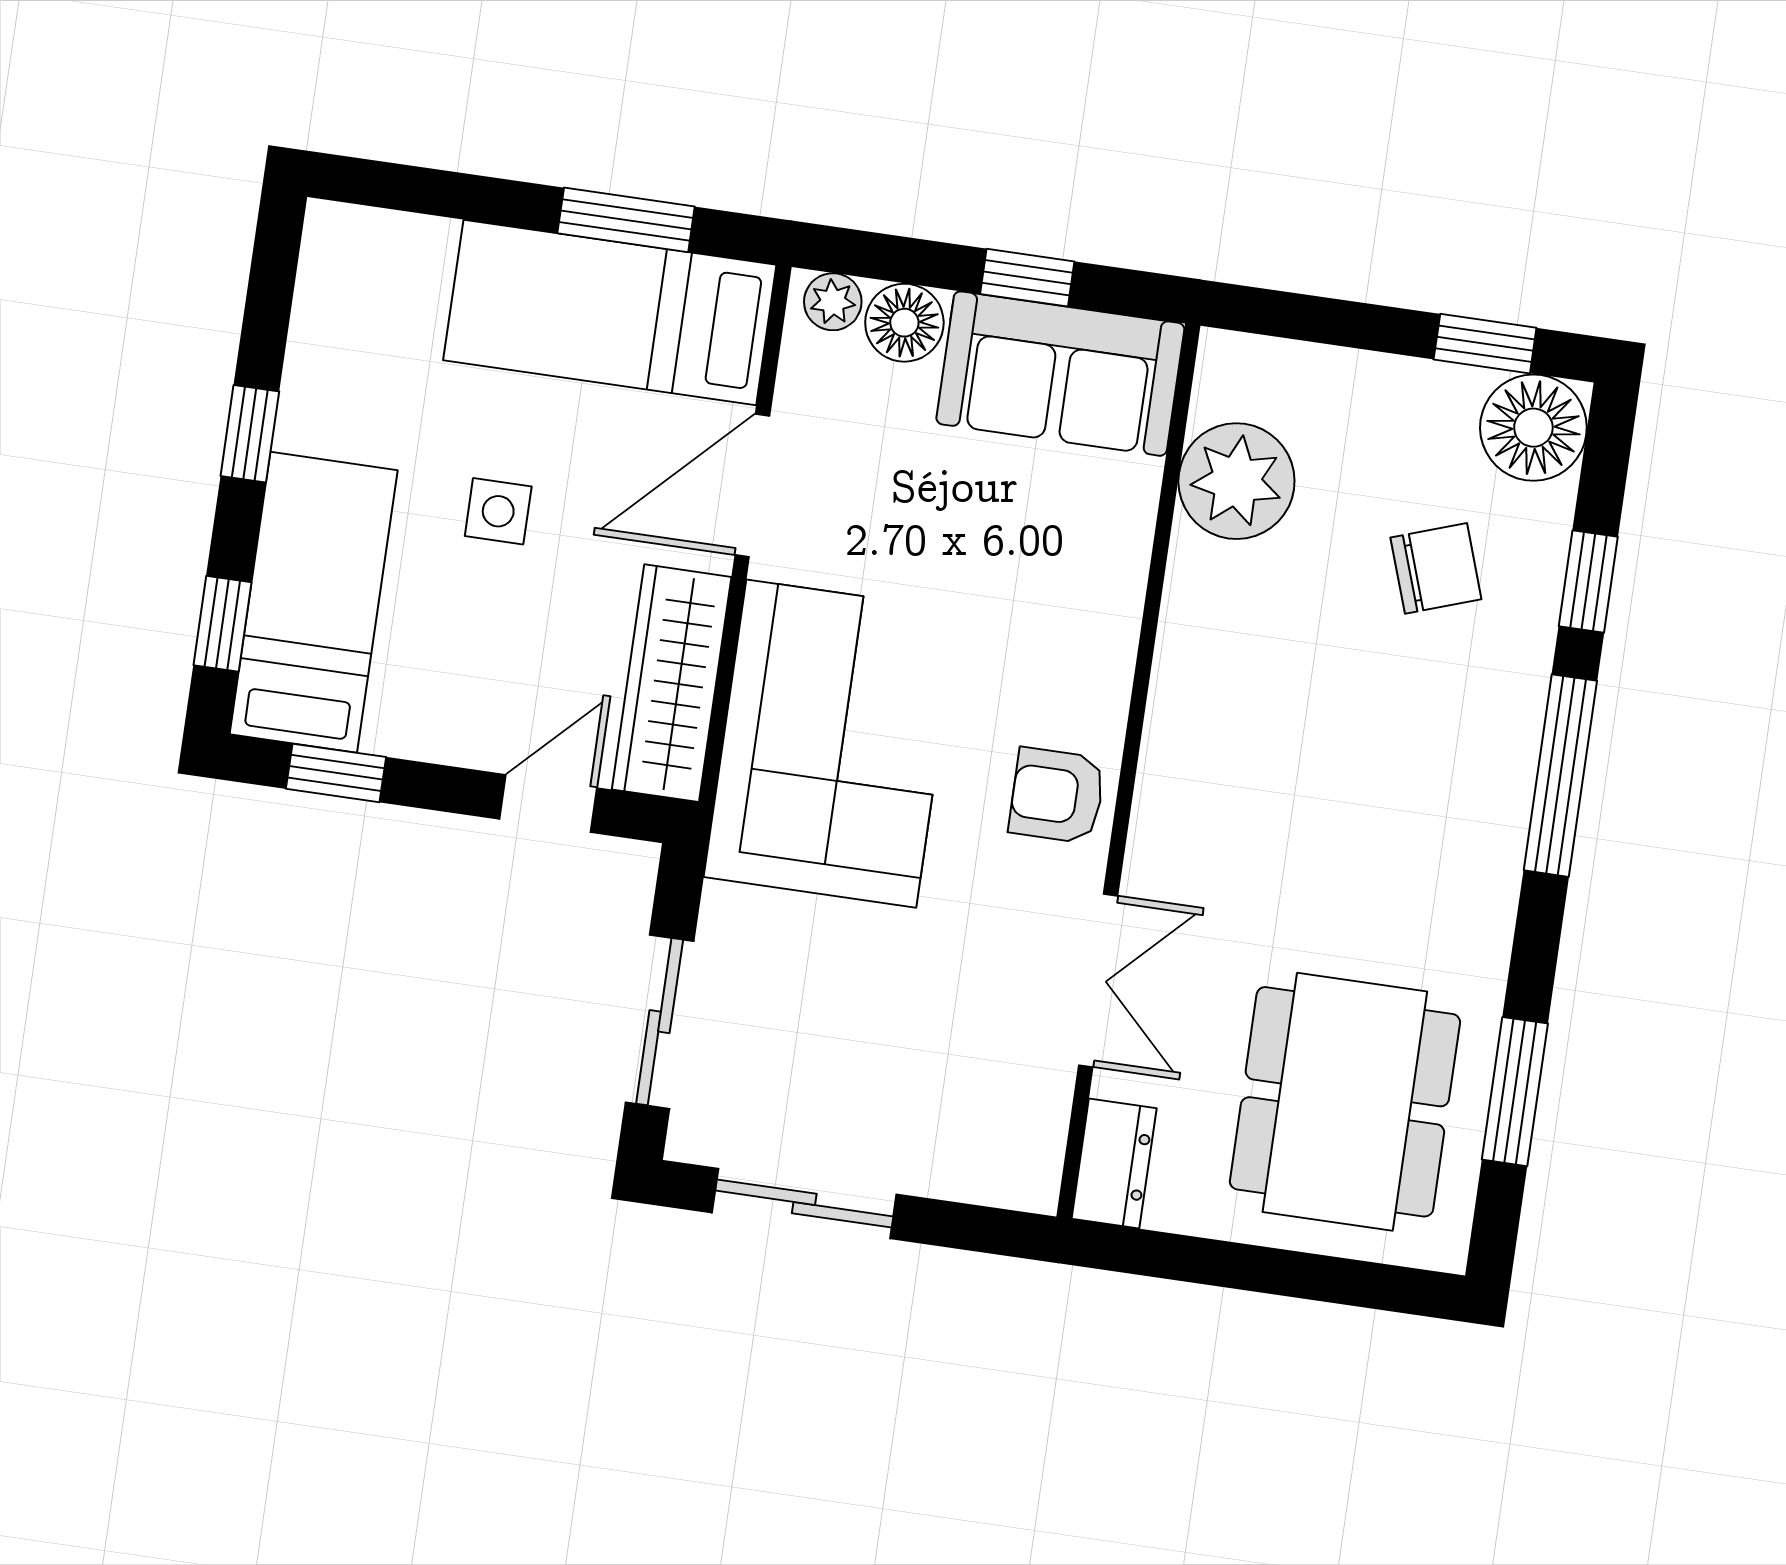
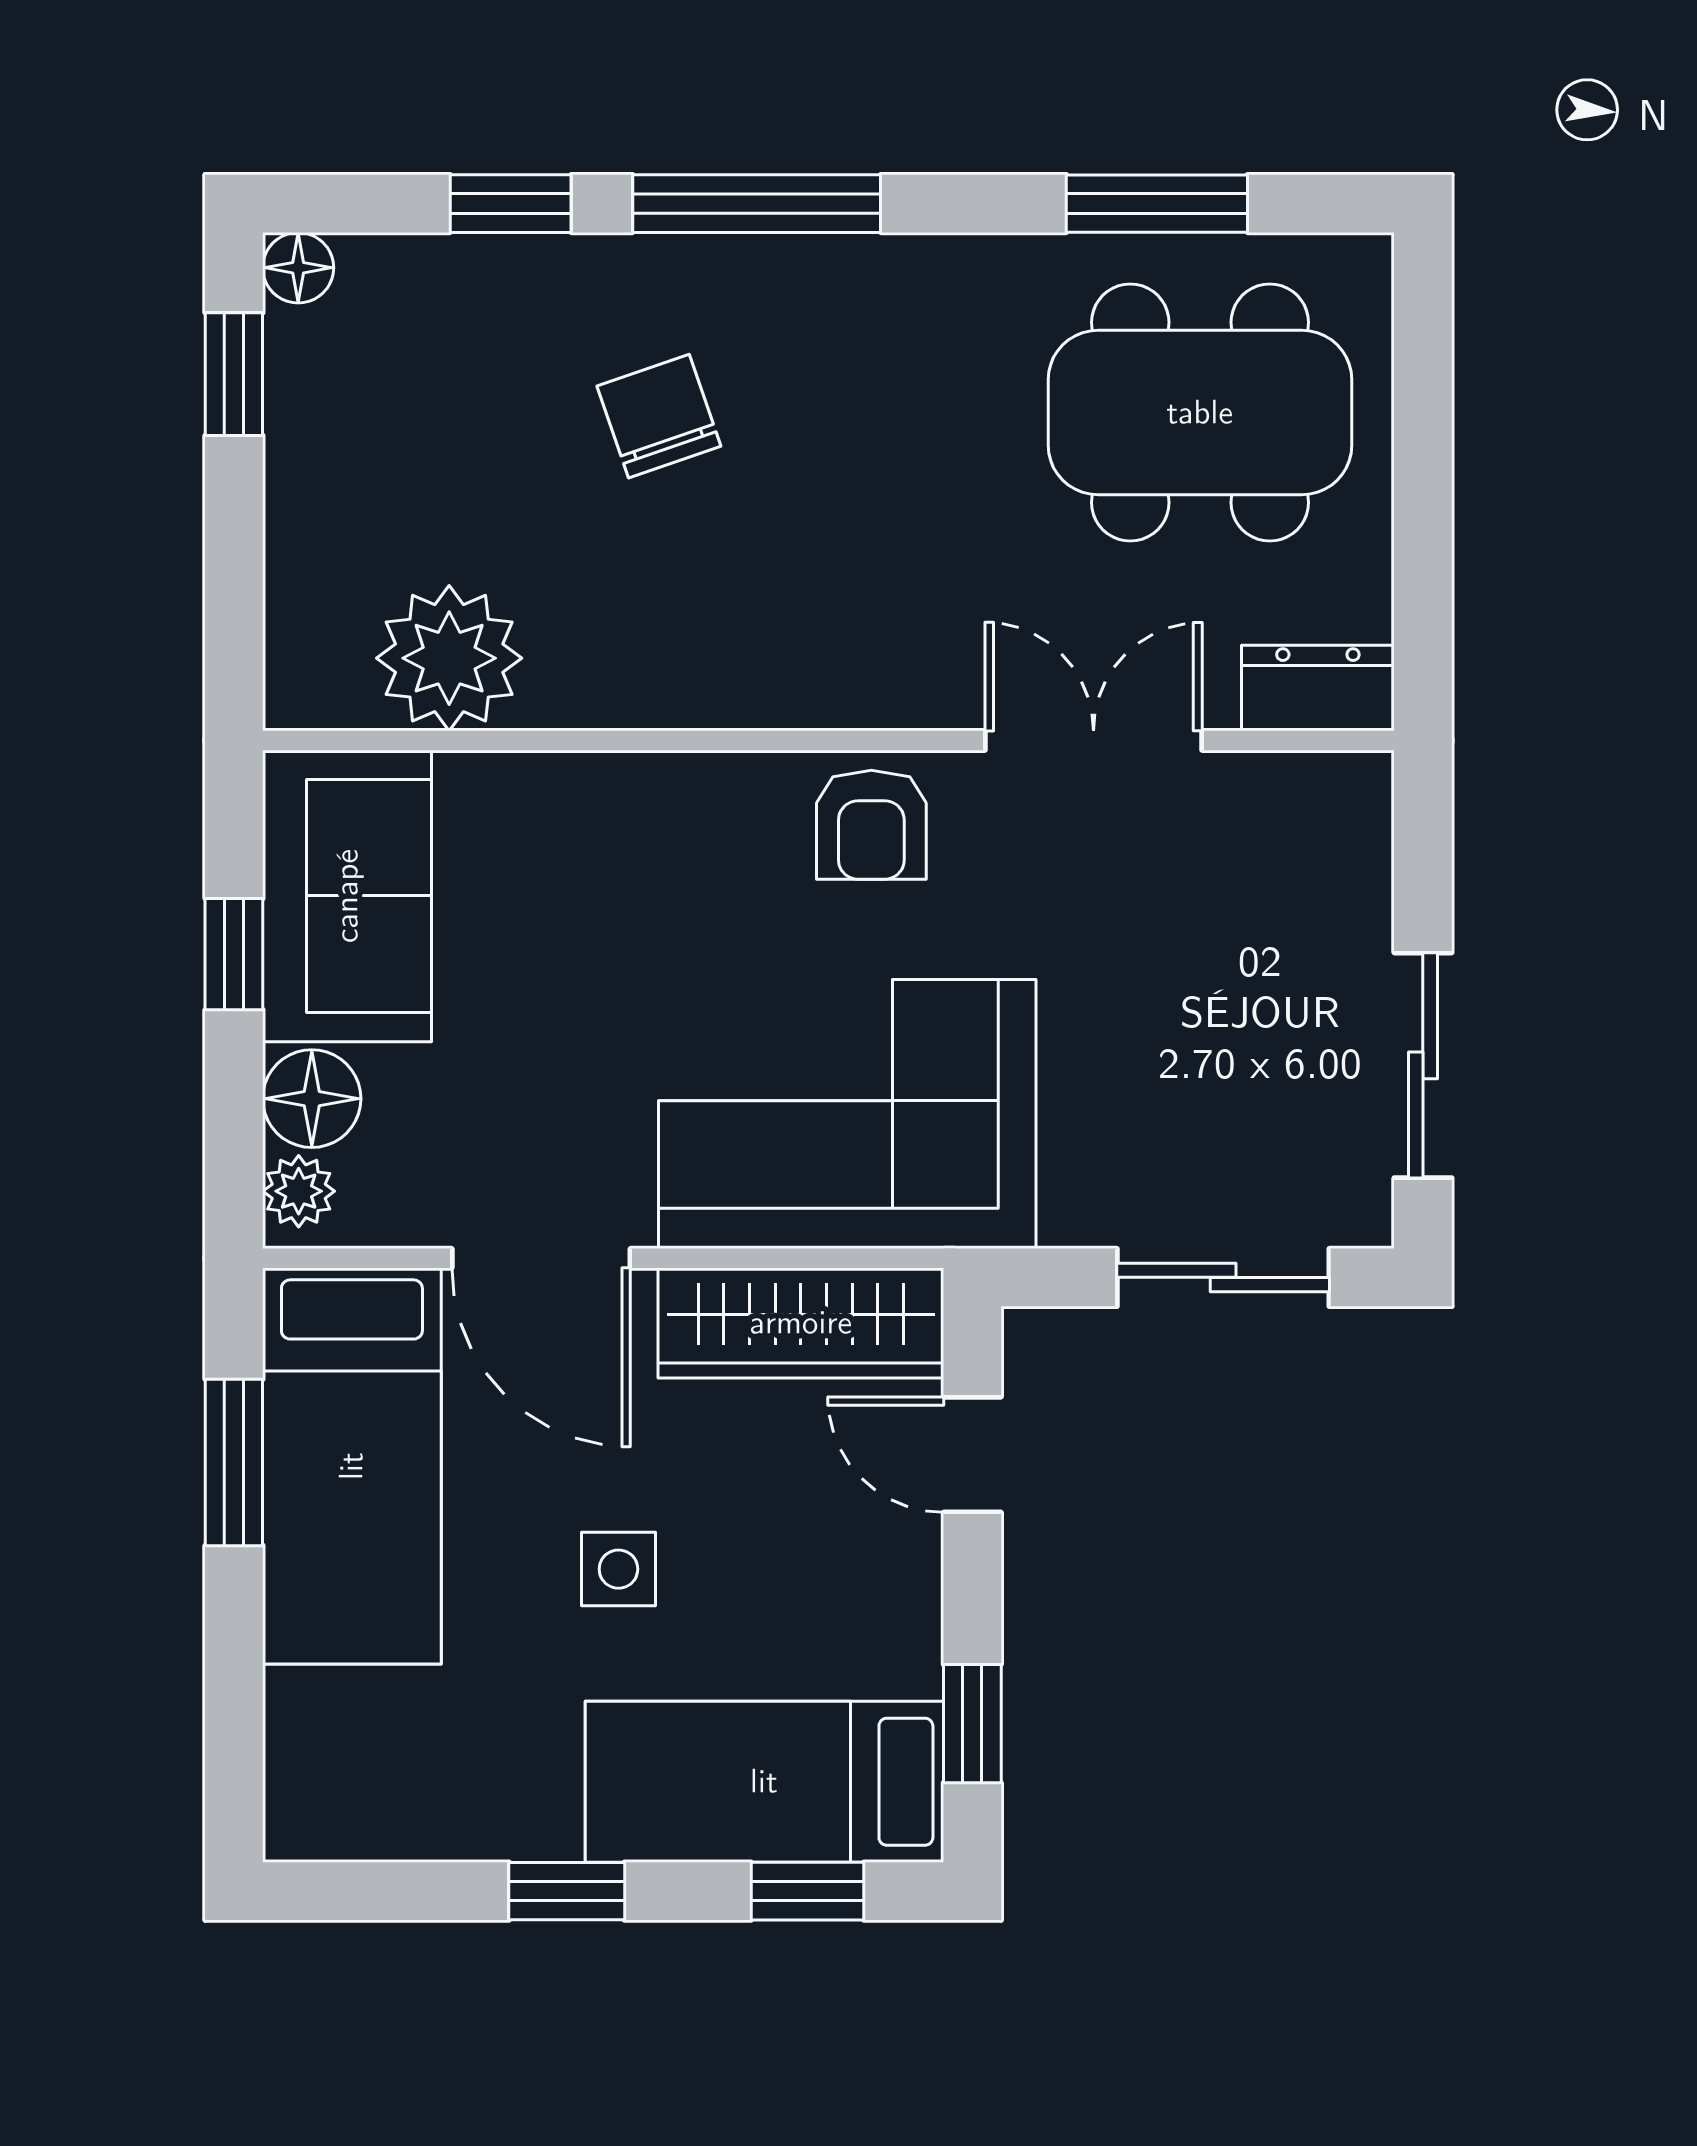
floor lamp: (1533, 428) -> (298, 268), width x0.53, depth x0.53
chair: (1436, 568) -> (659, 416), moved

